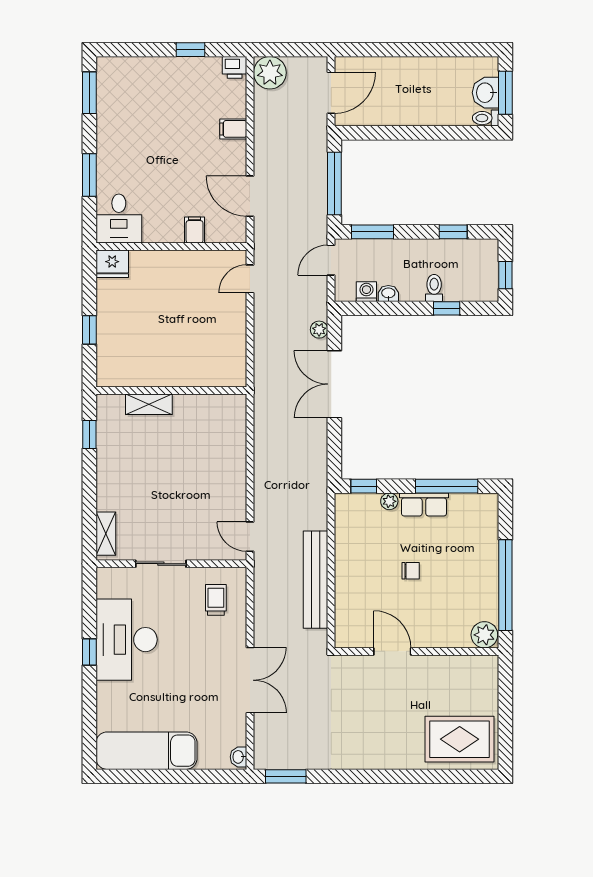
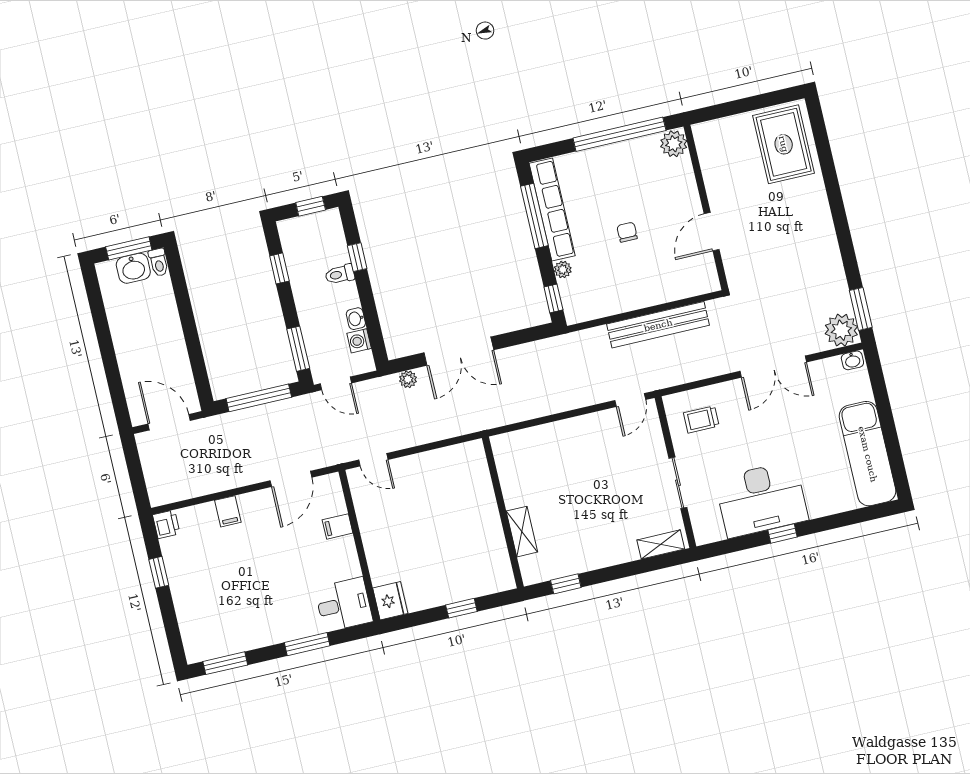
plant: (270, 73) -> (841, 330), moved
row of seats: (424, 504) -> (552, 209), width x2.02
double door: (250, 680) -> (773, 367), swing flipped

